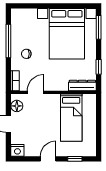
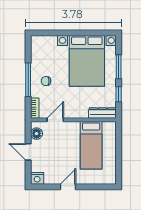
window: (99, 27) -> (119, 67), moved
window: (8, 41) -> (28, 80), moved
window: (75, 159) -> (95, 187), removed

